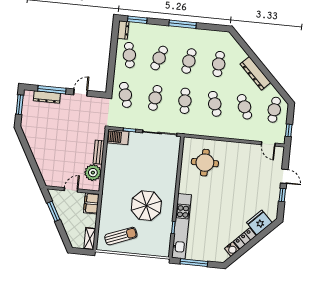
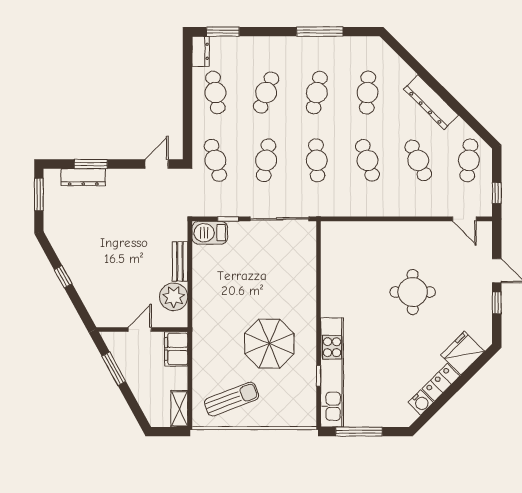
window: (183, 24) -> (320, 32), moved
window: (52, 90) -> (91, 164), width x0.69
door: (80, 93) -> (157, 164), moved
window: (29, 154) -> (63, 277), added
round table: (205, 163) -> (413, 292), moved

